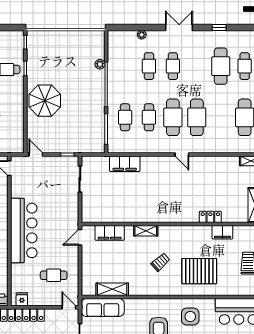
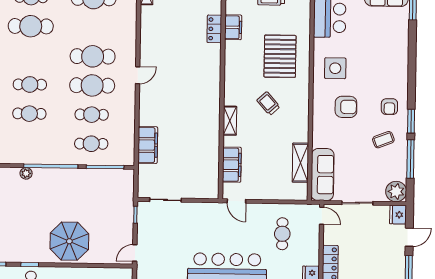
locker: (210, 217) -> (214, 29), moved
door: (69, 307) -> (322, 216), swing flipped

